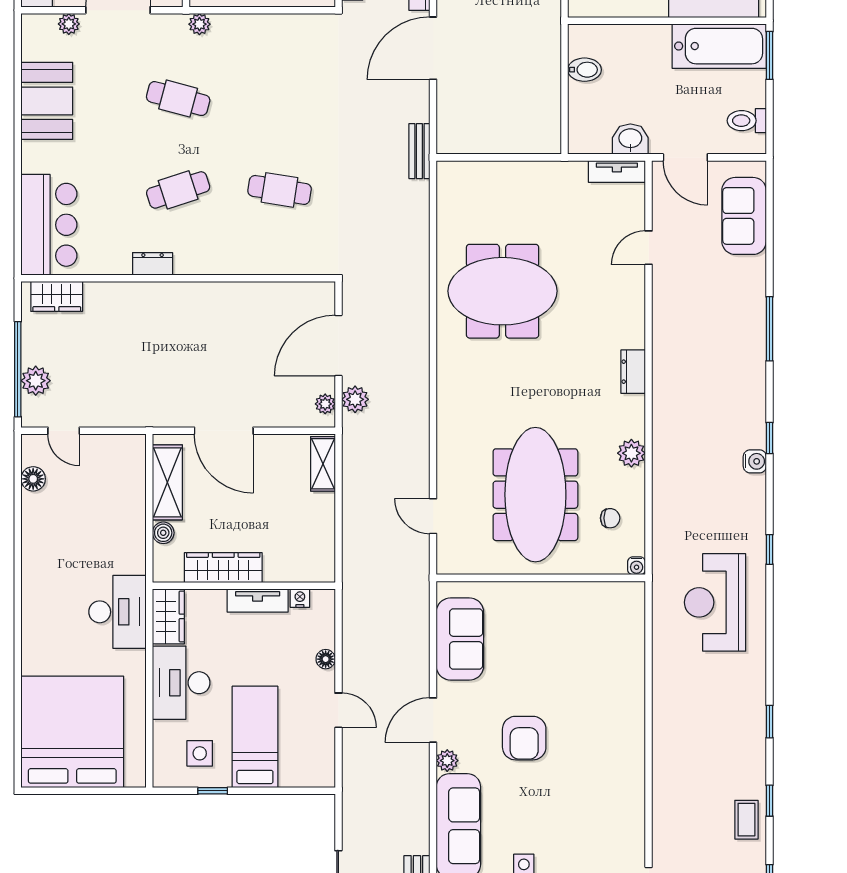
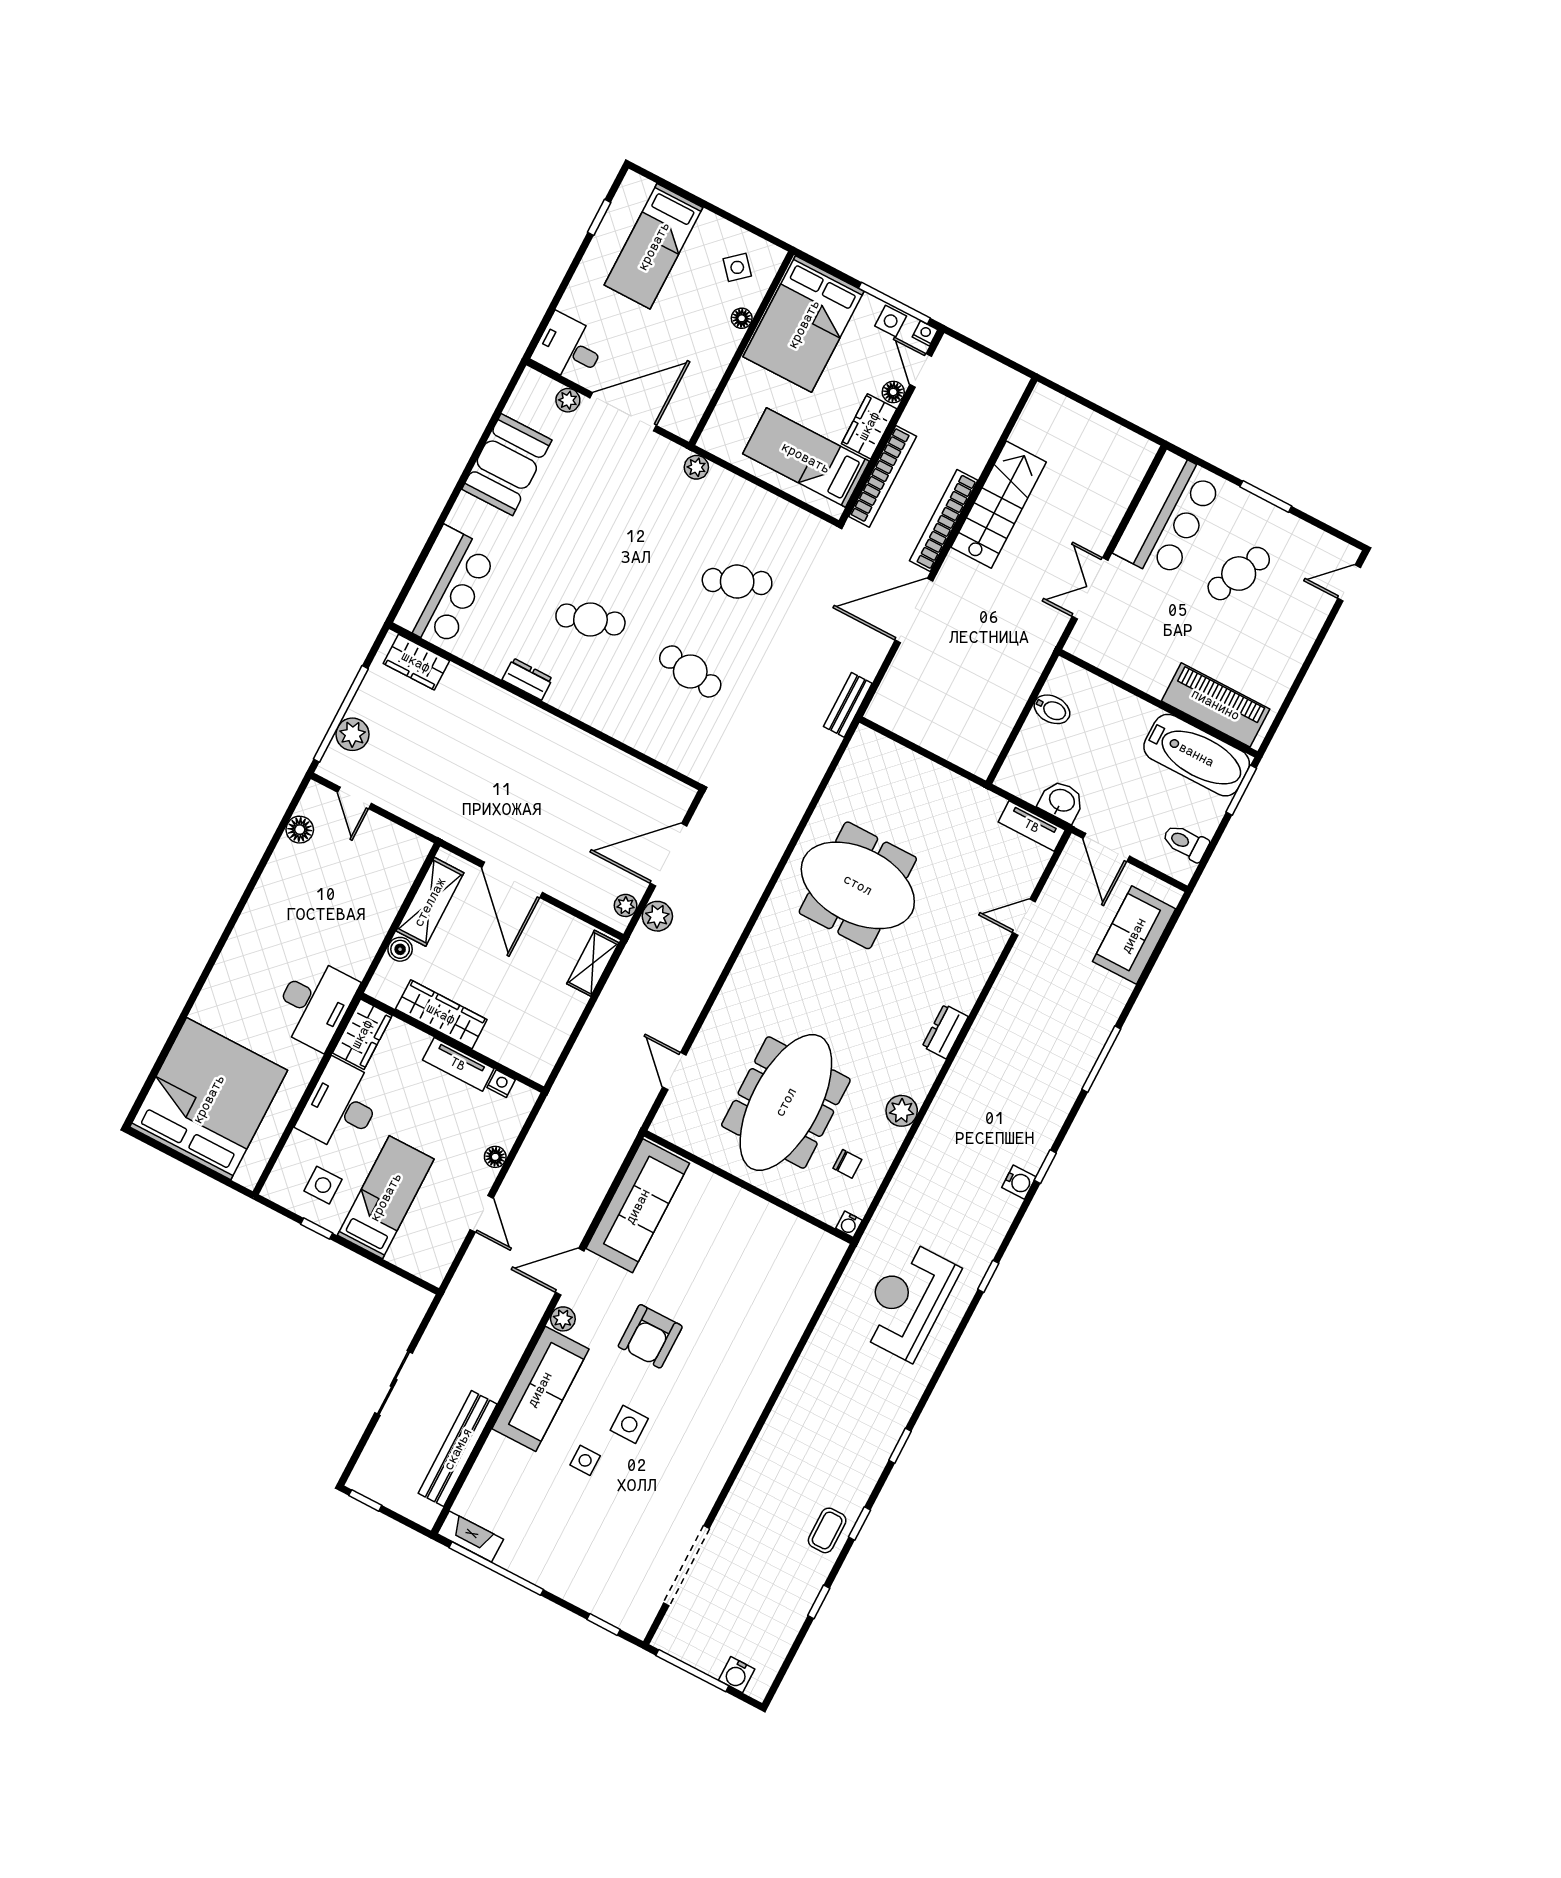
cafe table: (178, 99) -> (737, 582), moved, turned -39
sofa: (460, 639) -> (638, 1206), width x1.36
side table: (544, 817) -> (629, 1424), added

